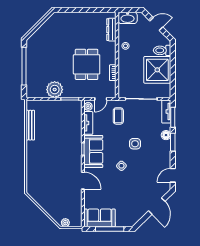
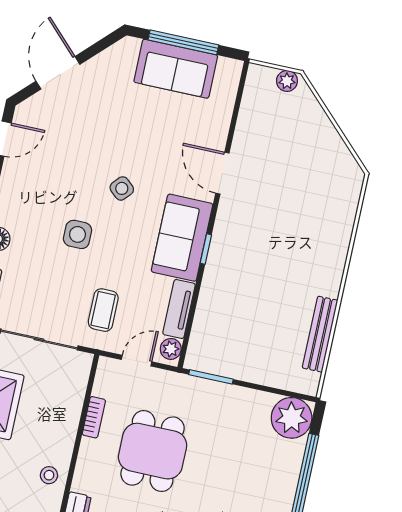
plant: (55, 90) -> (292, 418), moved
sofa: (100, 218) -> (176, 69), moved

